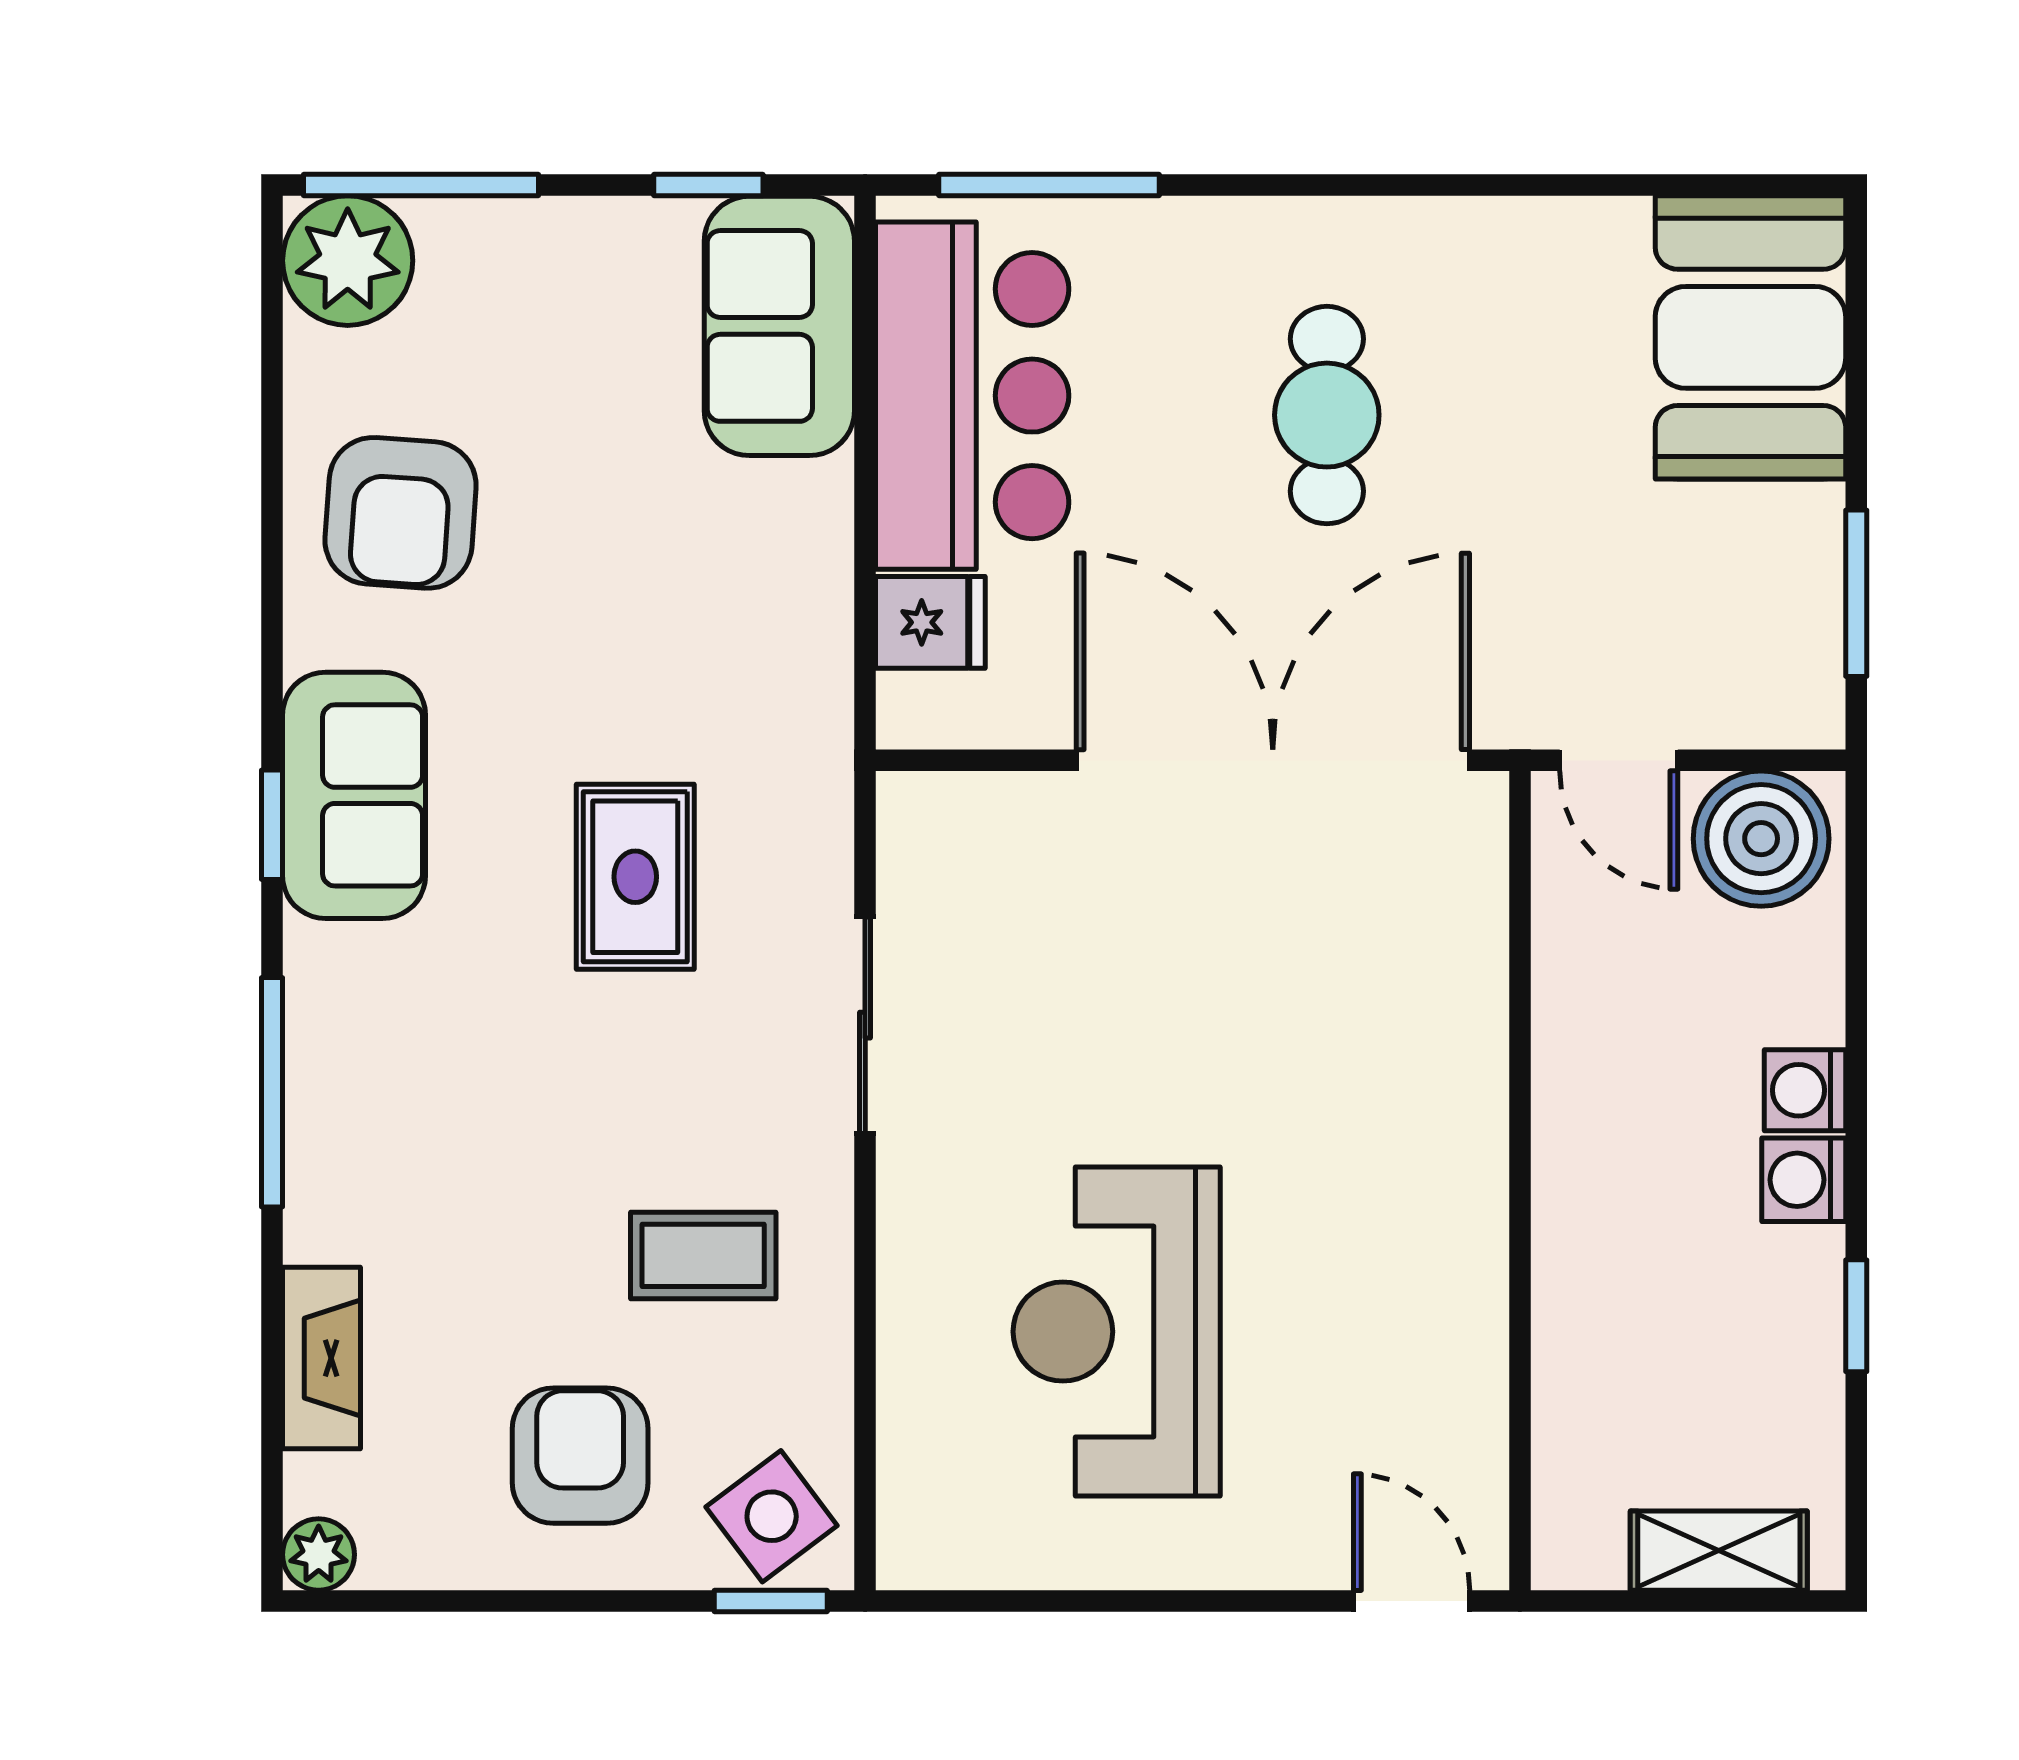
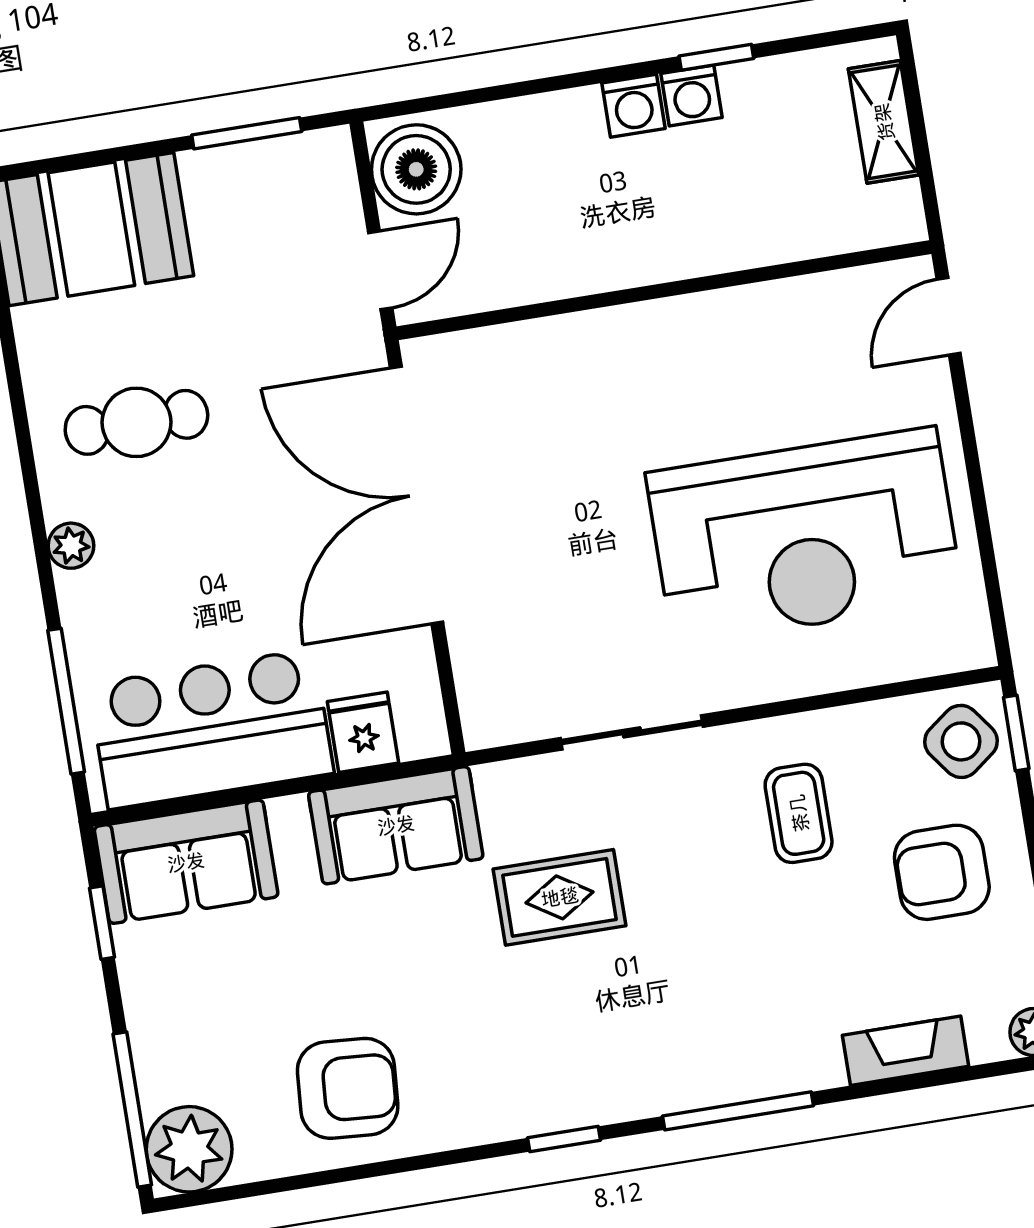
plant: (1281, 230) -> (71, 546), added
cafe table: (1327, 415) -> (136, 422), moved
sofa: (354, 795) -> (396, 825), moved, turned 180
washing machine: (1805, 1090) -> (692, 95), moved
reception desk: (1117, 1332) -> (805, 536), width x1.36, depth x1.30

